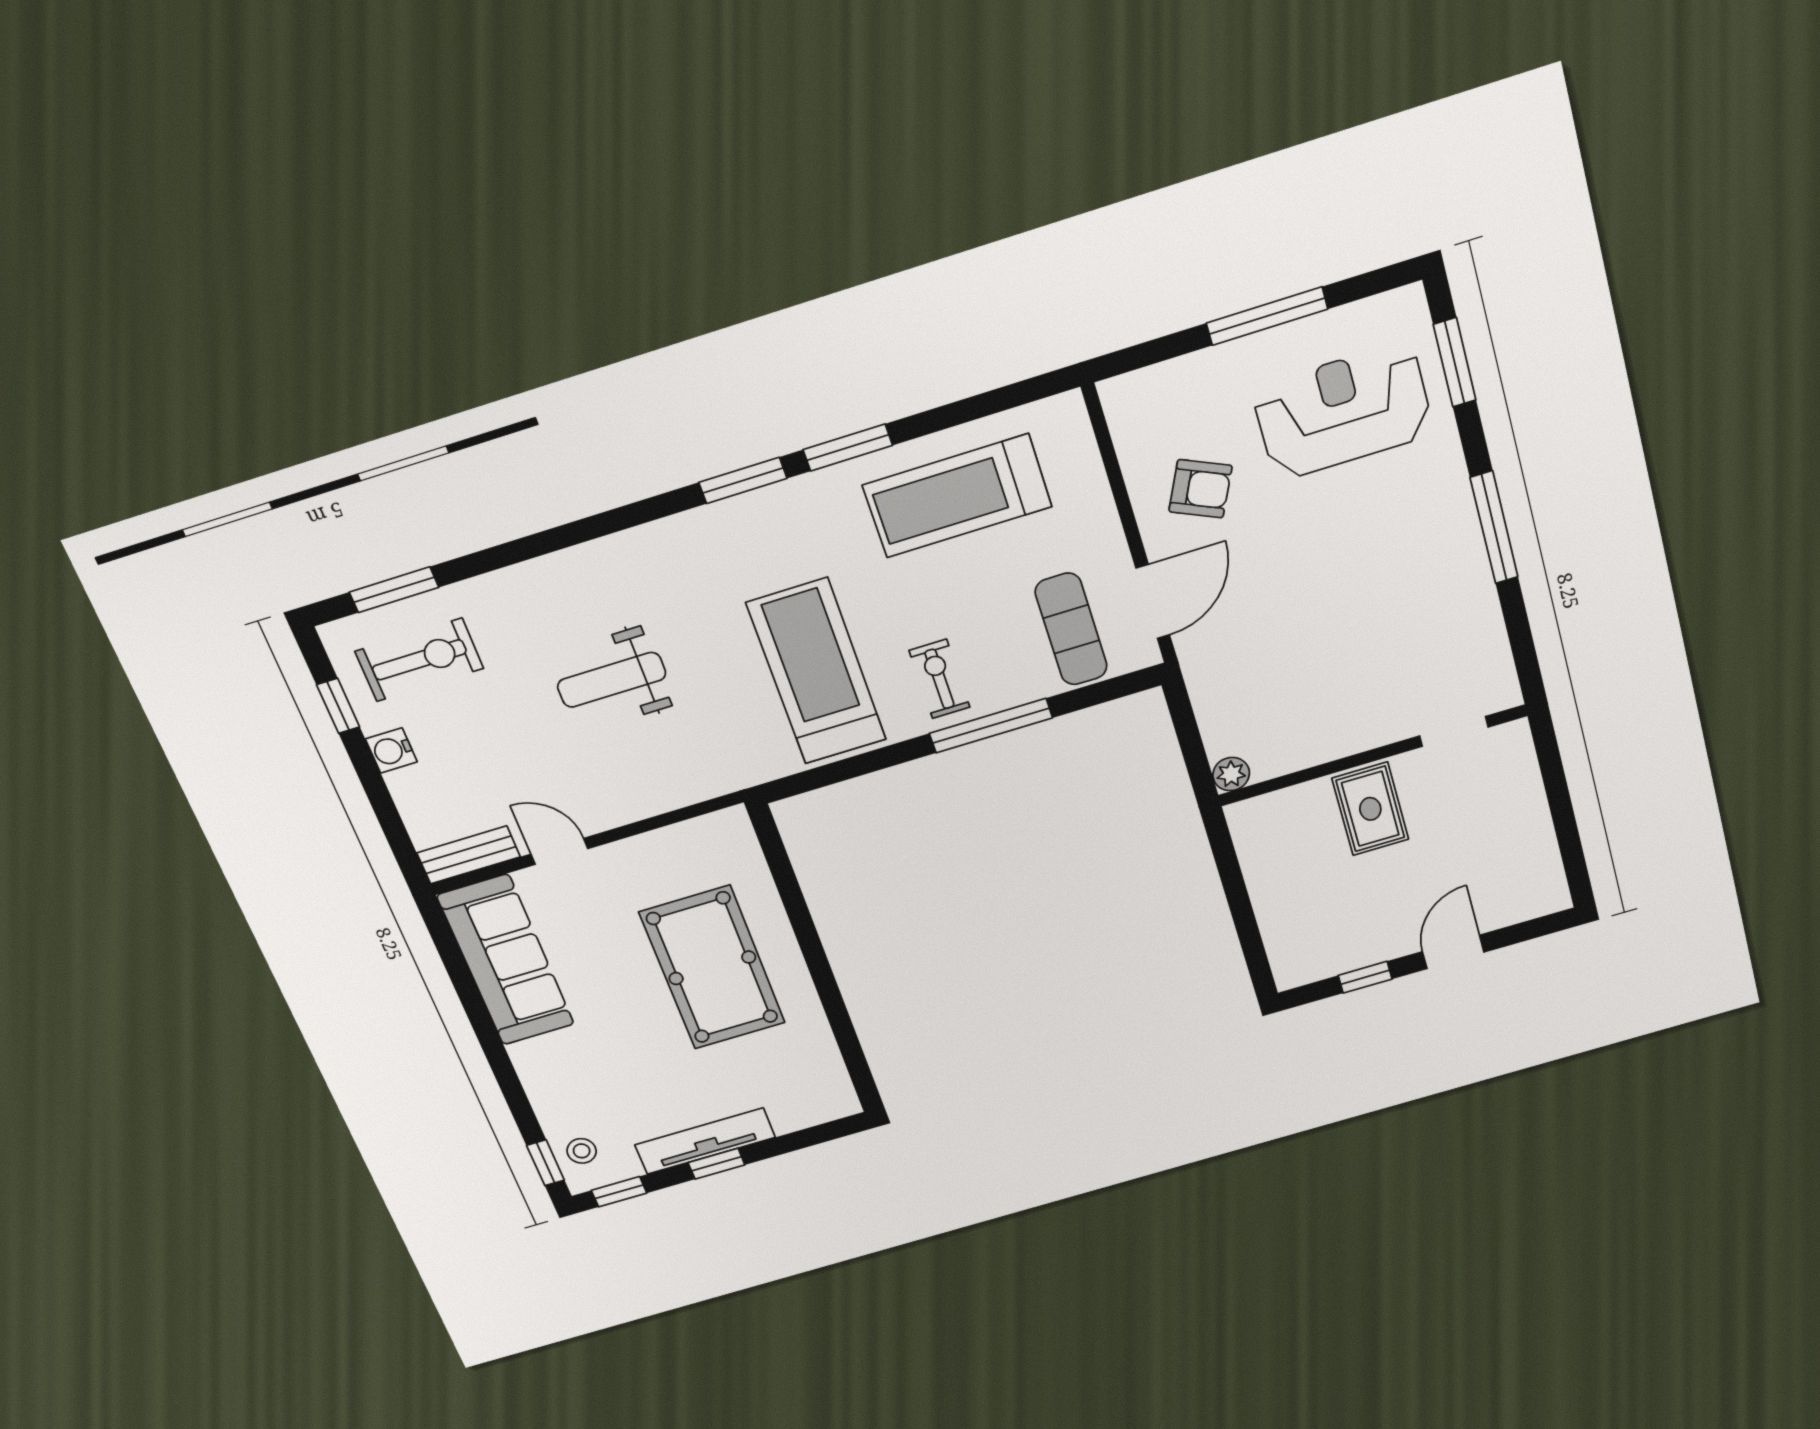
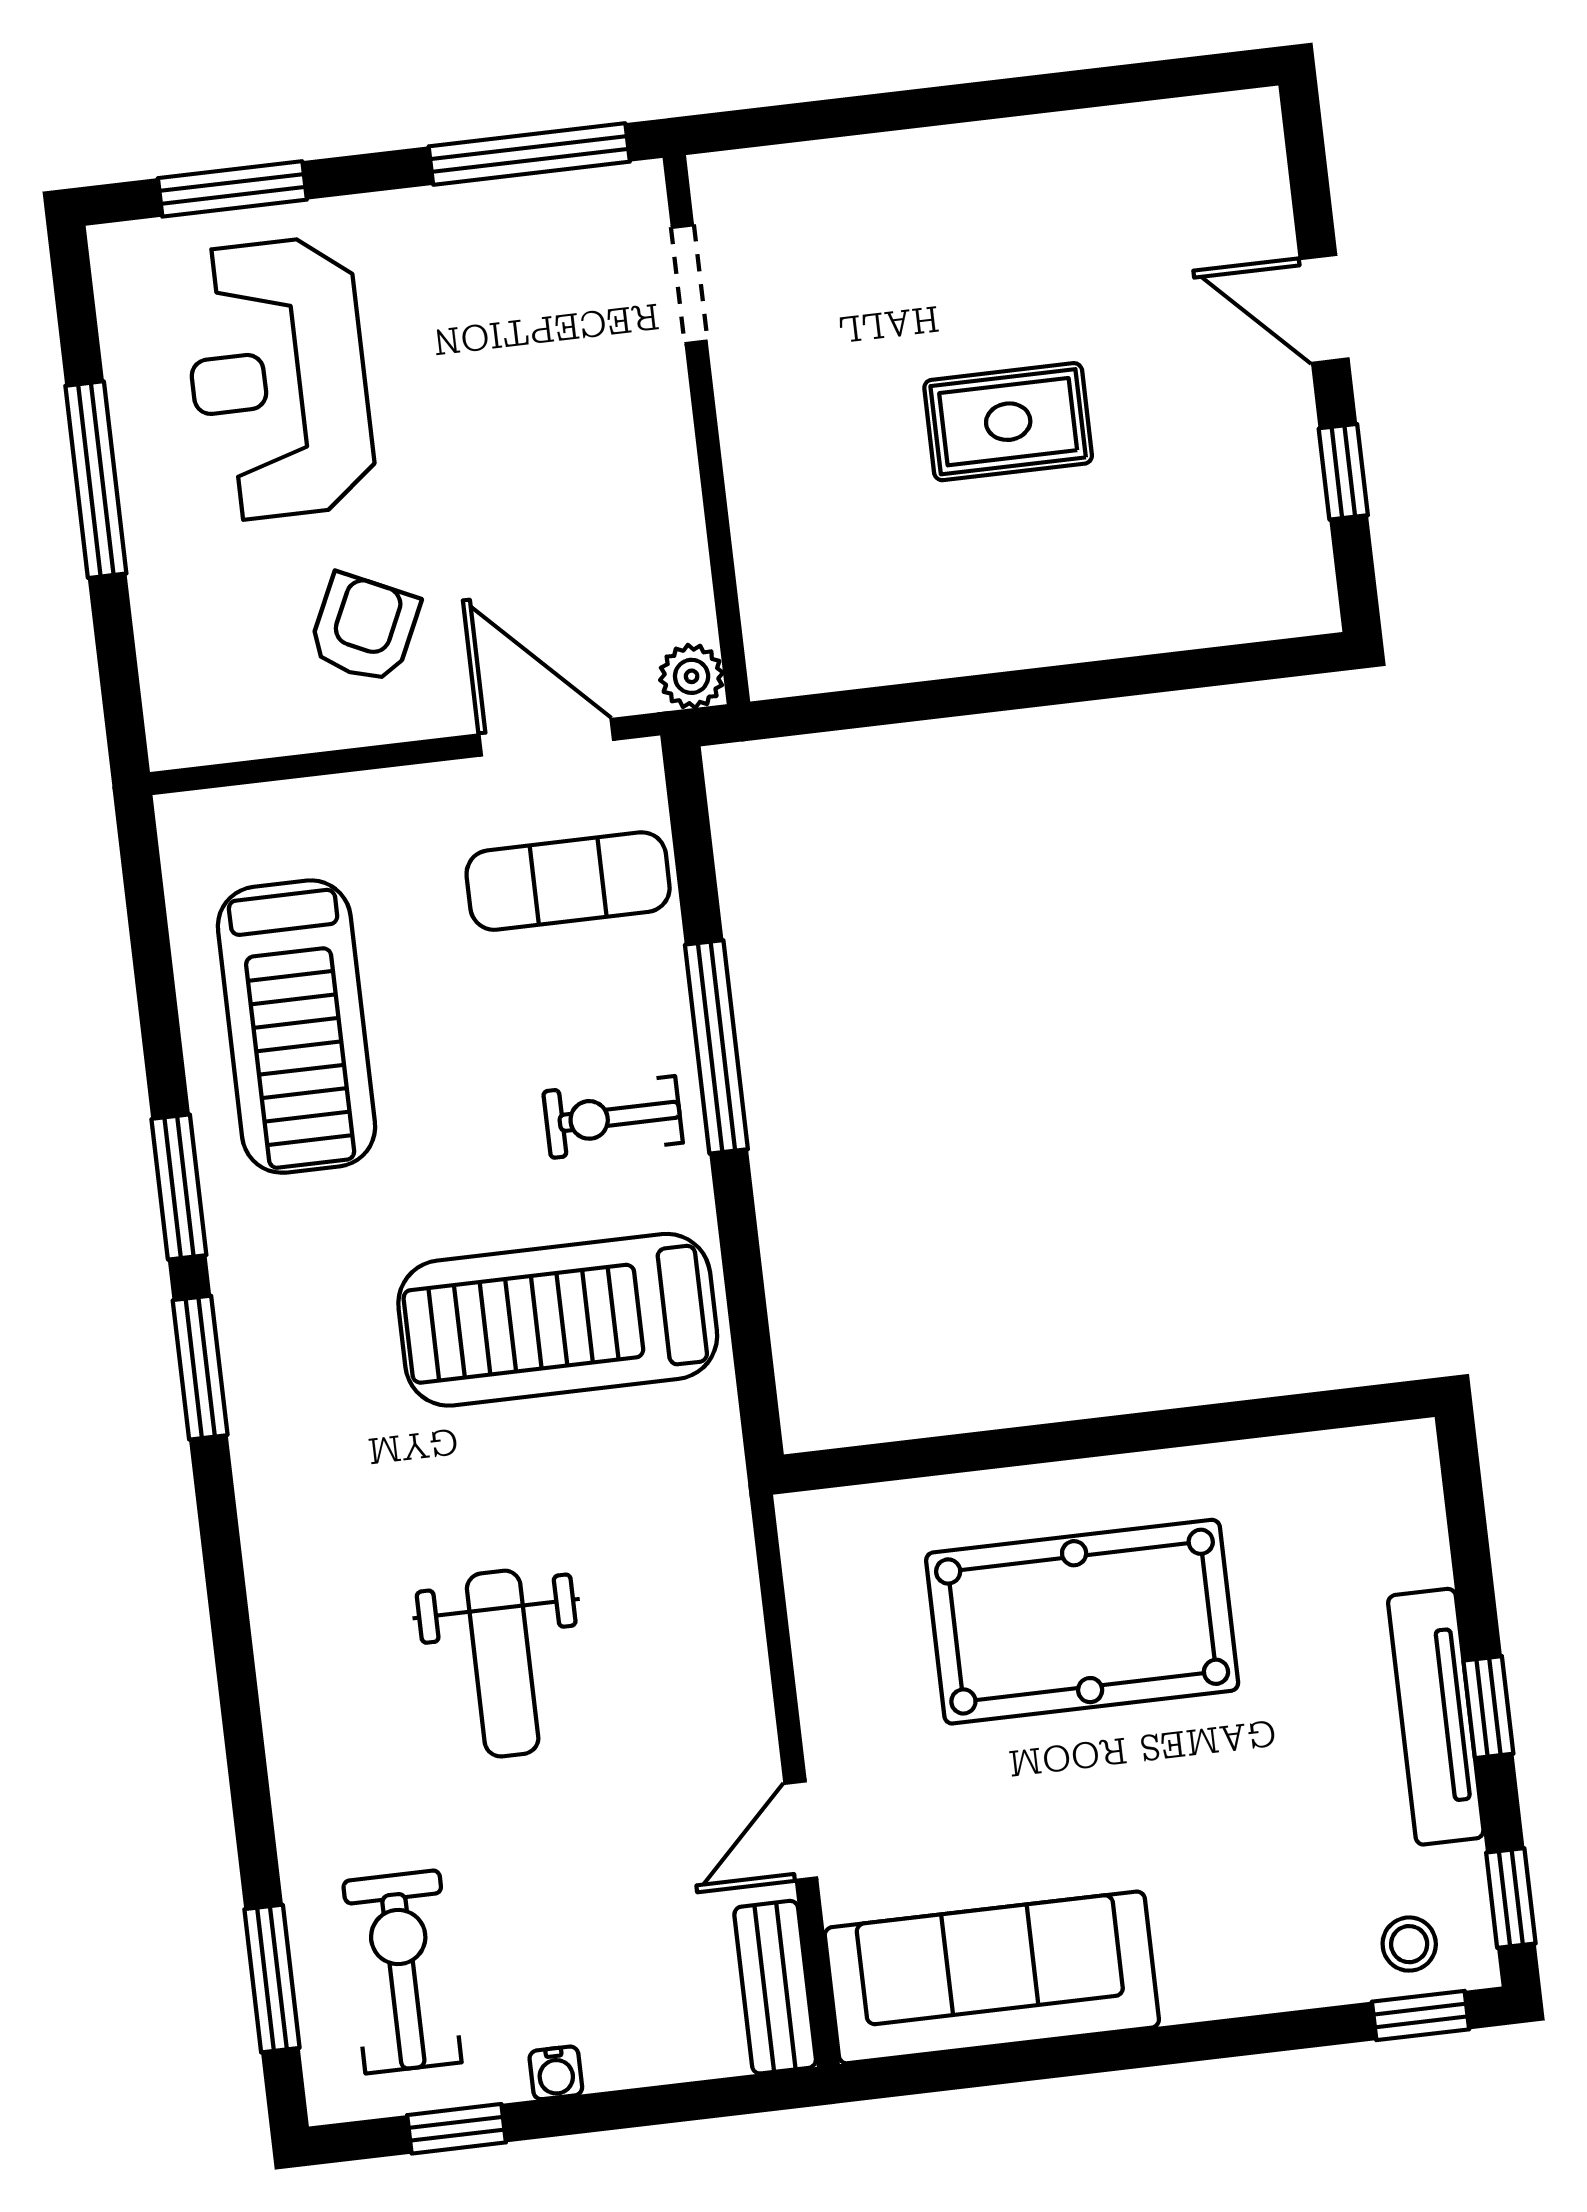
doorway: (1454, 731) -> (689, 284), moved
water cooler: (391, 750) -> (556, 2073), width x0.72, depth x0.72
wall: (1372, 756) -> (706, 430), moved
plant: (1231, 774) -> (692, 676), moved

